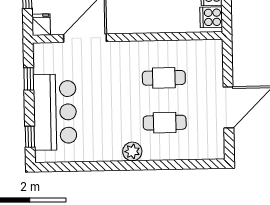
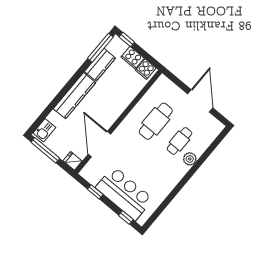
cafe table: (164, 78) -> (156, 121), width x1.37, depth x1.35
plant: (132, 151) -> (190, 159), moved

